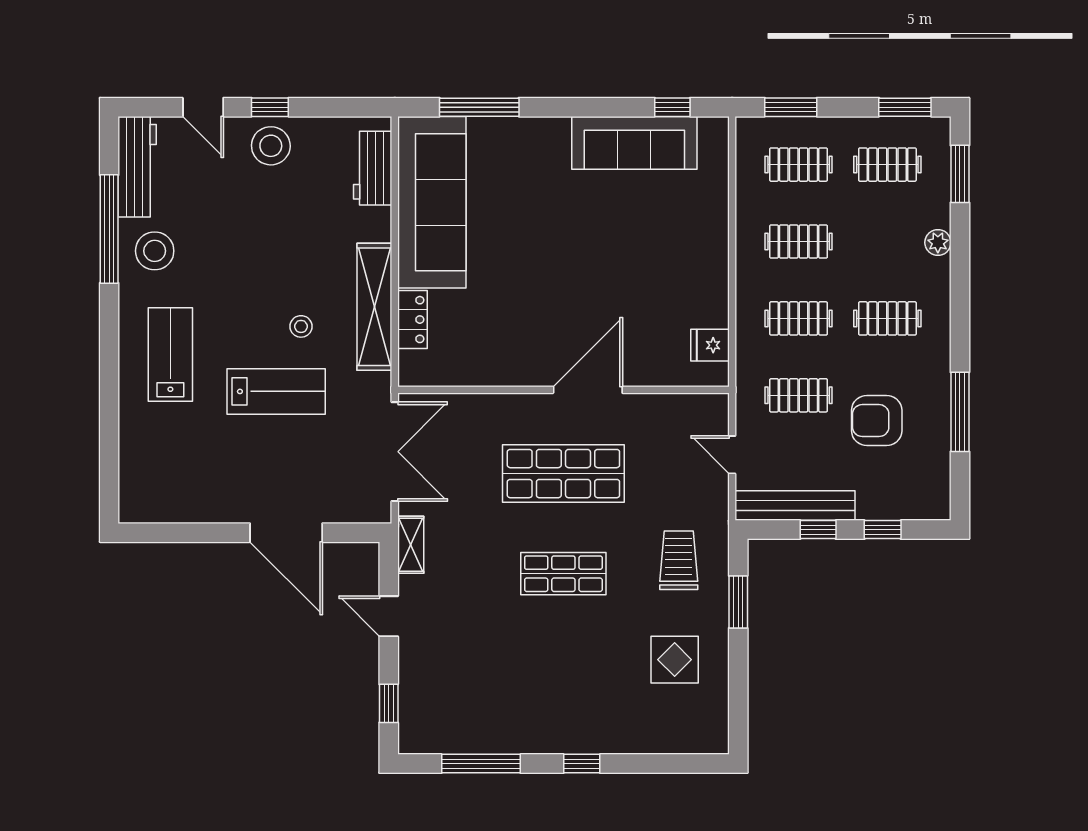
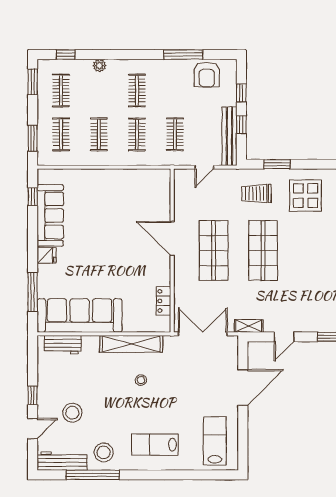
stool: (271, 146) -> (72, 413), moved
window: (960, 174) -> (66, 55), width x0.67
locker: (412, 320) -> (163, 301), moved, turned -90
fridge: (710, 345) -> (47, 255), moved, turned -90
lab bench: (276, 391) -> (215, 441), moved
armchair: (877, 421) -> (207, 75), moved
shop shelf: (563, 574) -> (263, 251), width x1.43, depth x1.36
display table: (675, 660) -> (305, 196), width x1.36, depth x1.36

